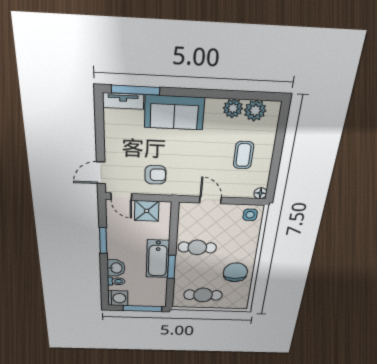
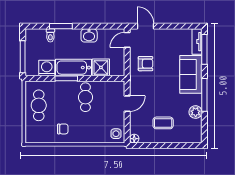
window: (208, 93) -> (204, 95), added
plant: (255, 110) -> (195, 127), removed
armchair: (155, 175) -> (146, 64), turned -89
shower: (147, 211) -> (101, 67), moved
window: (103, 241) -> (61, 26), moved
washbasin: (116, 268) -> (89, 35), moved
chair: (235, 272) -> (63, 129), width x0.54, depth x0.54
washing machine: (118, 298) -> (47, 68), moved, turned 180

